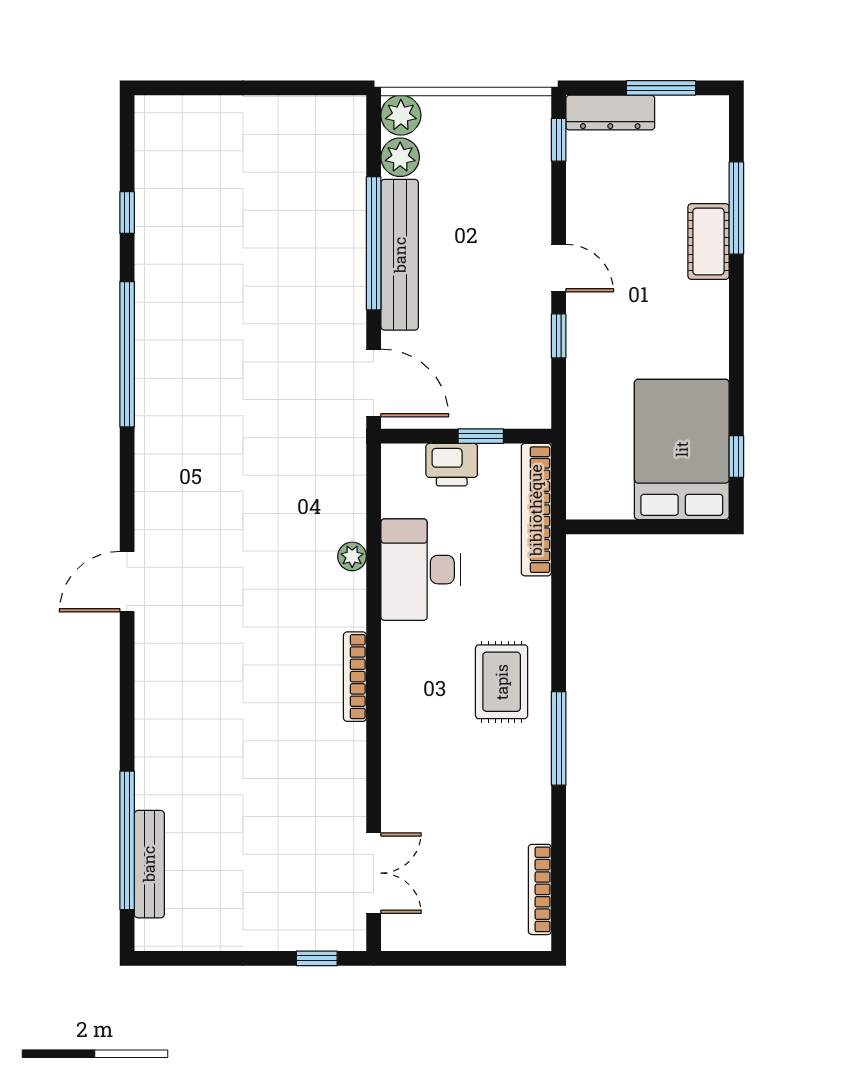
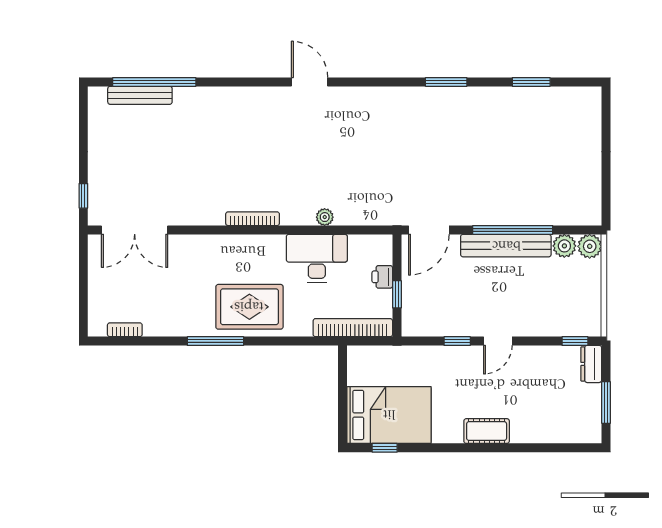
dresser: (610, 113) -> (591, 364), width x0.70
window: (736, 208) -> (534, 448), removed
window: (127, 213) -> (531, 82), width x1.50
cot: (708, 241) -> (487, 431), moved
window: (127, 354) -> (446, 82), width x0.47
printer: (452, 465) -> (382, 277), width x0.73, depth x0.81
rug: (502, 682) -> (249, 307), width x1.36, depth x1.43
double door: (374, 873) -> (135, 230), width x1.37
bookcase: (540, 889) -> (125, 330), width x0.64

